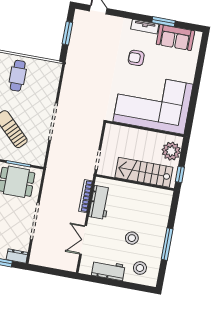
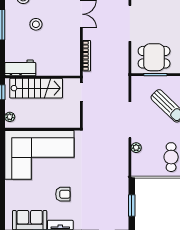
plant: (52, 92) -> (136, 148), added
plant: (171, 151) -> (10, 117), width x0.53, depth x0.53
workbench: (100, 202) -> (20, 68), moved, turned 90

